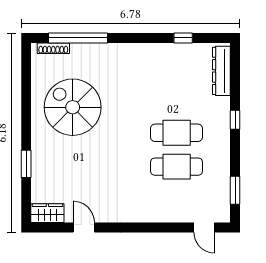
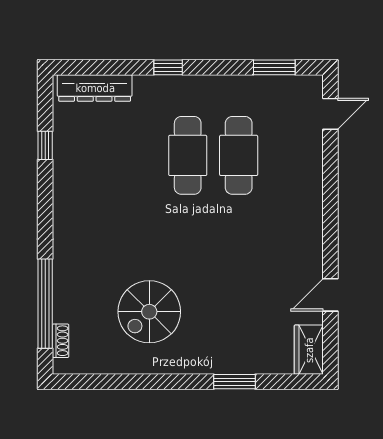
shoe rack: (53, 48) -> (61, 341), width x0.70
spiral stairs: (73, 107) -> (149, 312), width x0.73, depth x0.73

